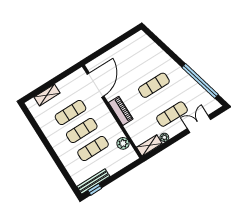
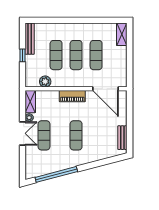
bench: (130, 42) -> (122, 138), added
shelving: (47, 95) -> (122, 34), moved
double door: (199, 124) -> (23, 133), moved
window: (95, 189) -> (23, 55), moved

